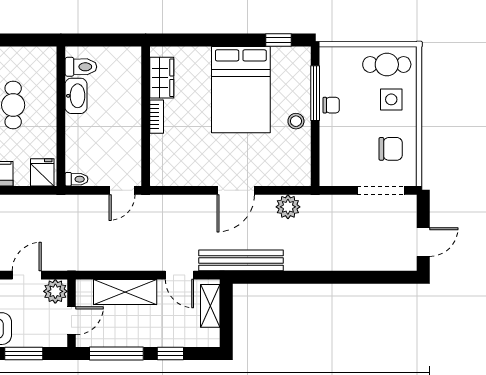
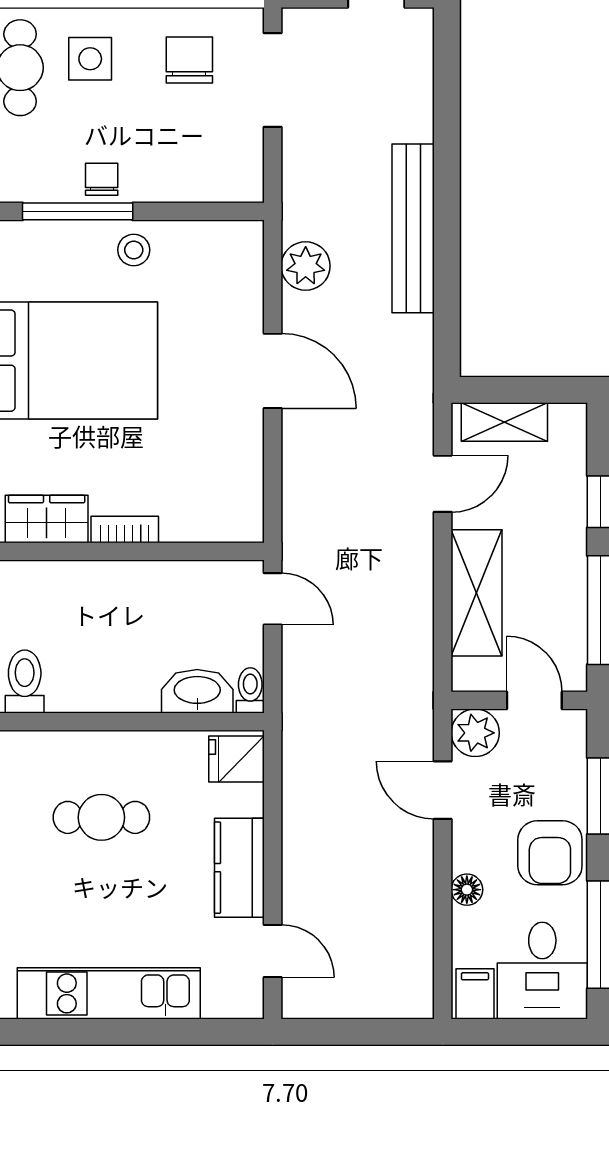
washbasin: (76, 96) -> (197, 691), moved
bench: (241, 260) -> (413, 228), moved

